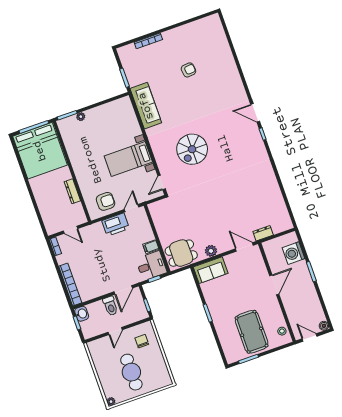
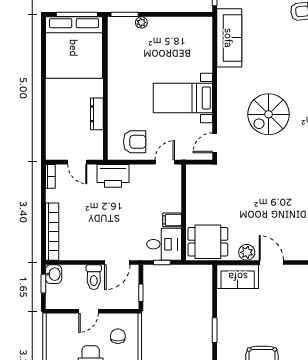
printer: (116, 225) -> (113, 176), moved
door: (244, 247) -> (271, 263), moved

